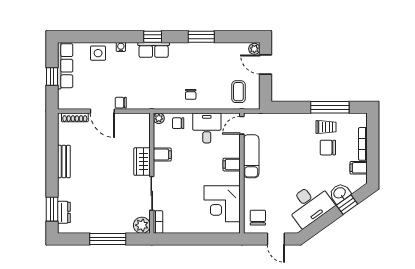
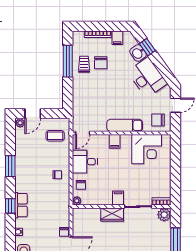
door: (242, 125) -> (83, 133), hinge flipped
filing cabinet: (162, 155) -> (118, 198), moved
exam couch: (251, 156) -> (125, 125), moved

